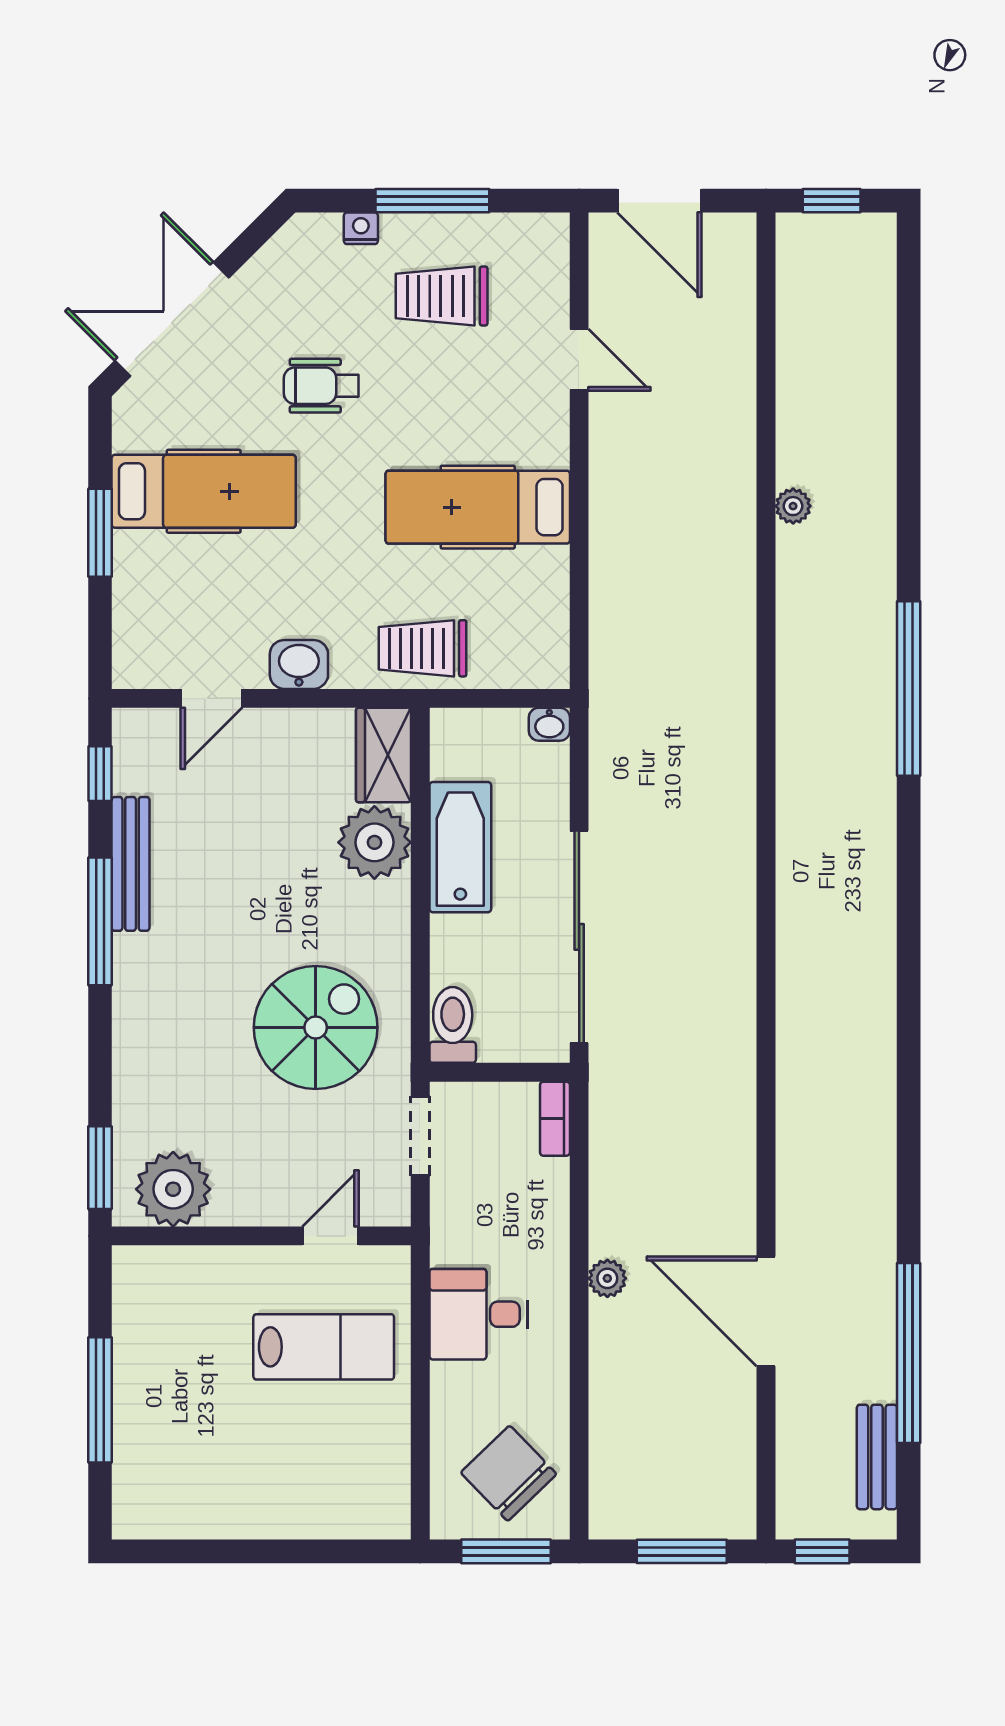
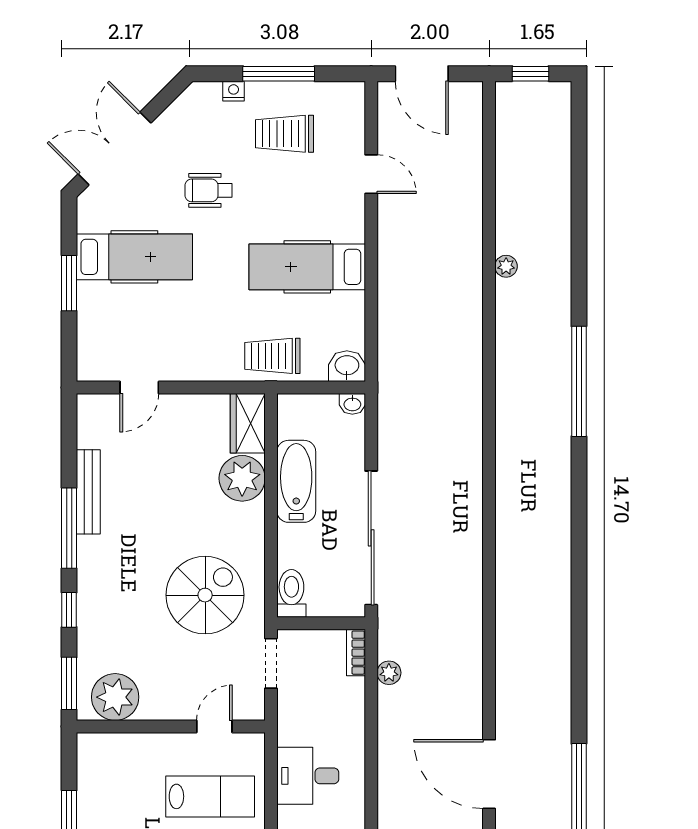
washbasin: (299, 664) -> (347, 366), moved
window: (100, 774) -> (69, 610), moved
plant: (607, 1278) -> (389, 673), moved

